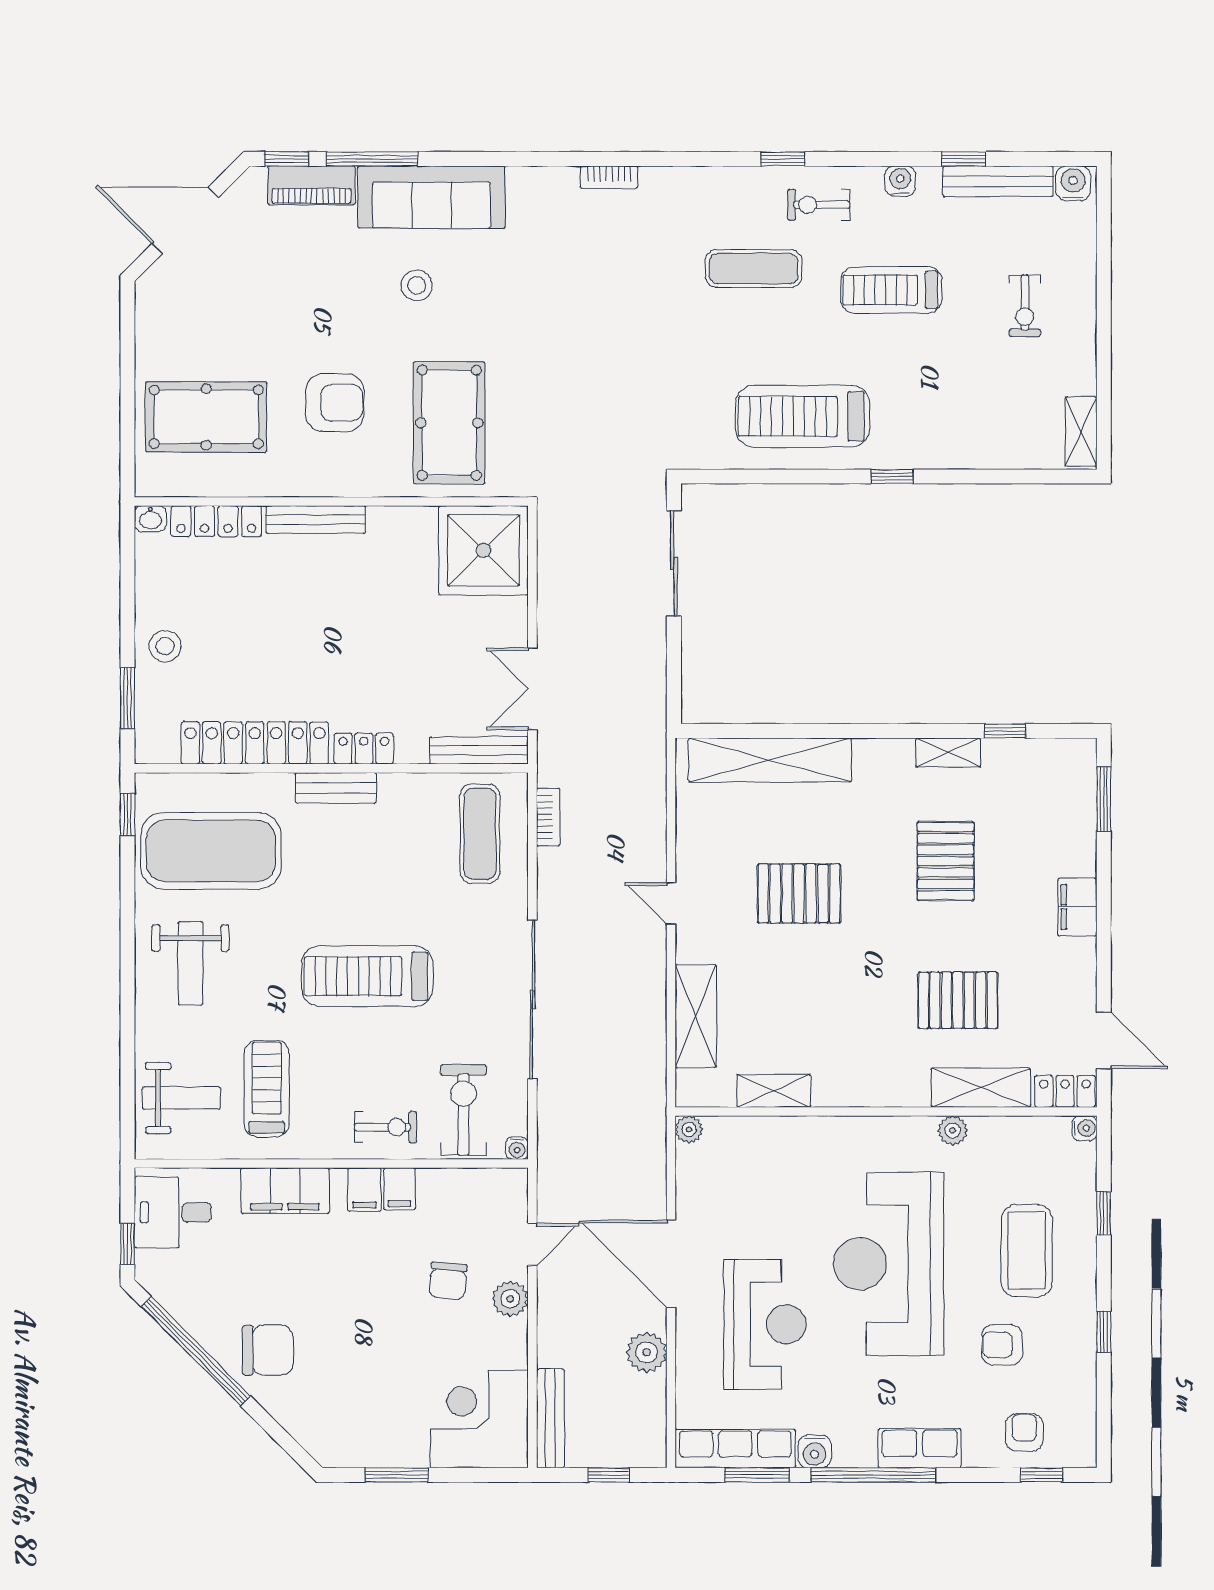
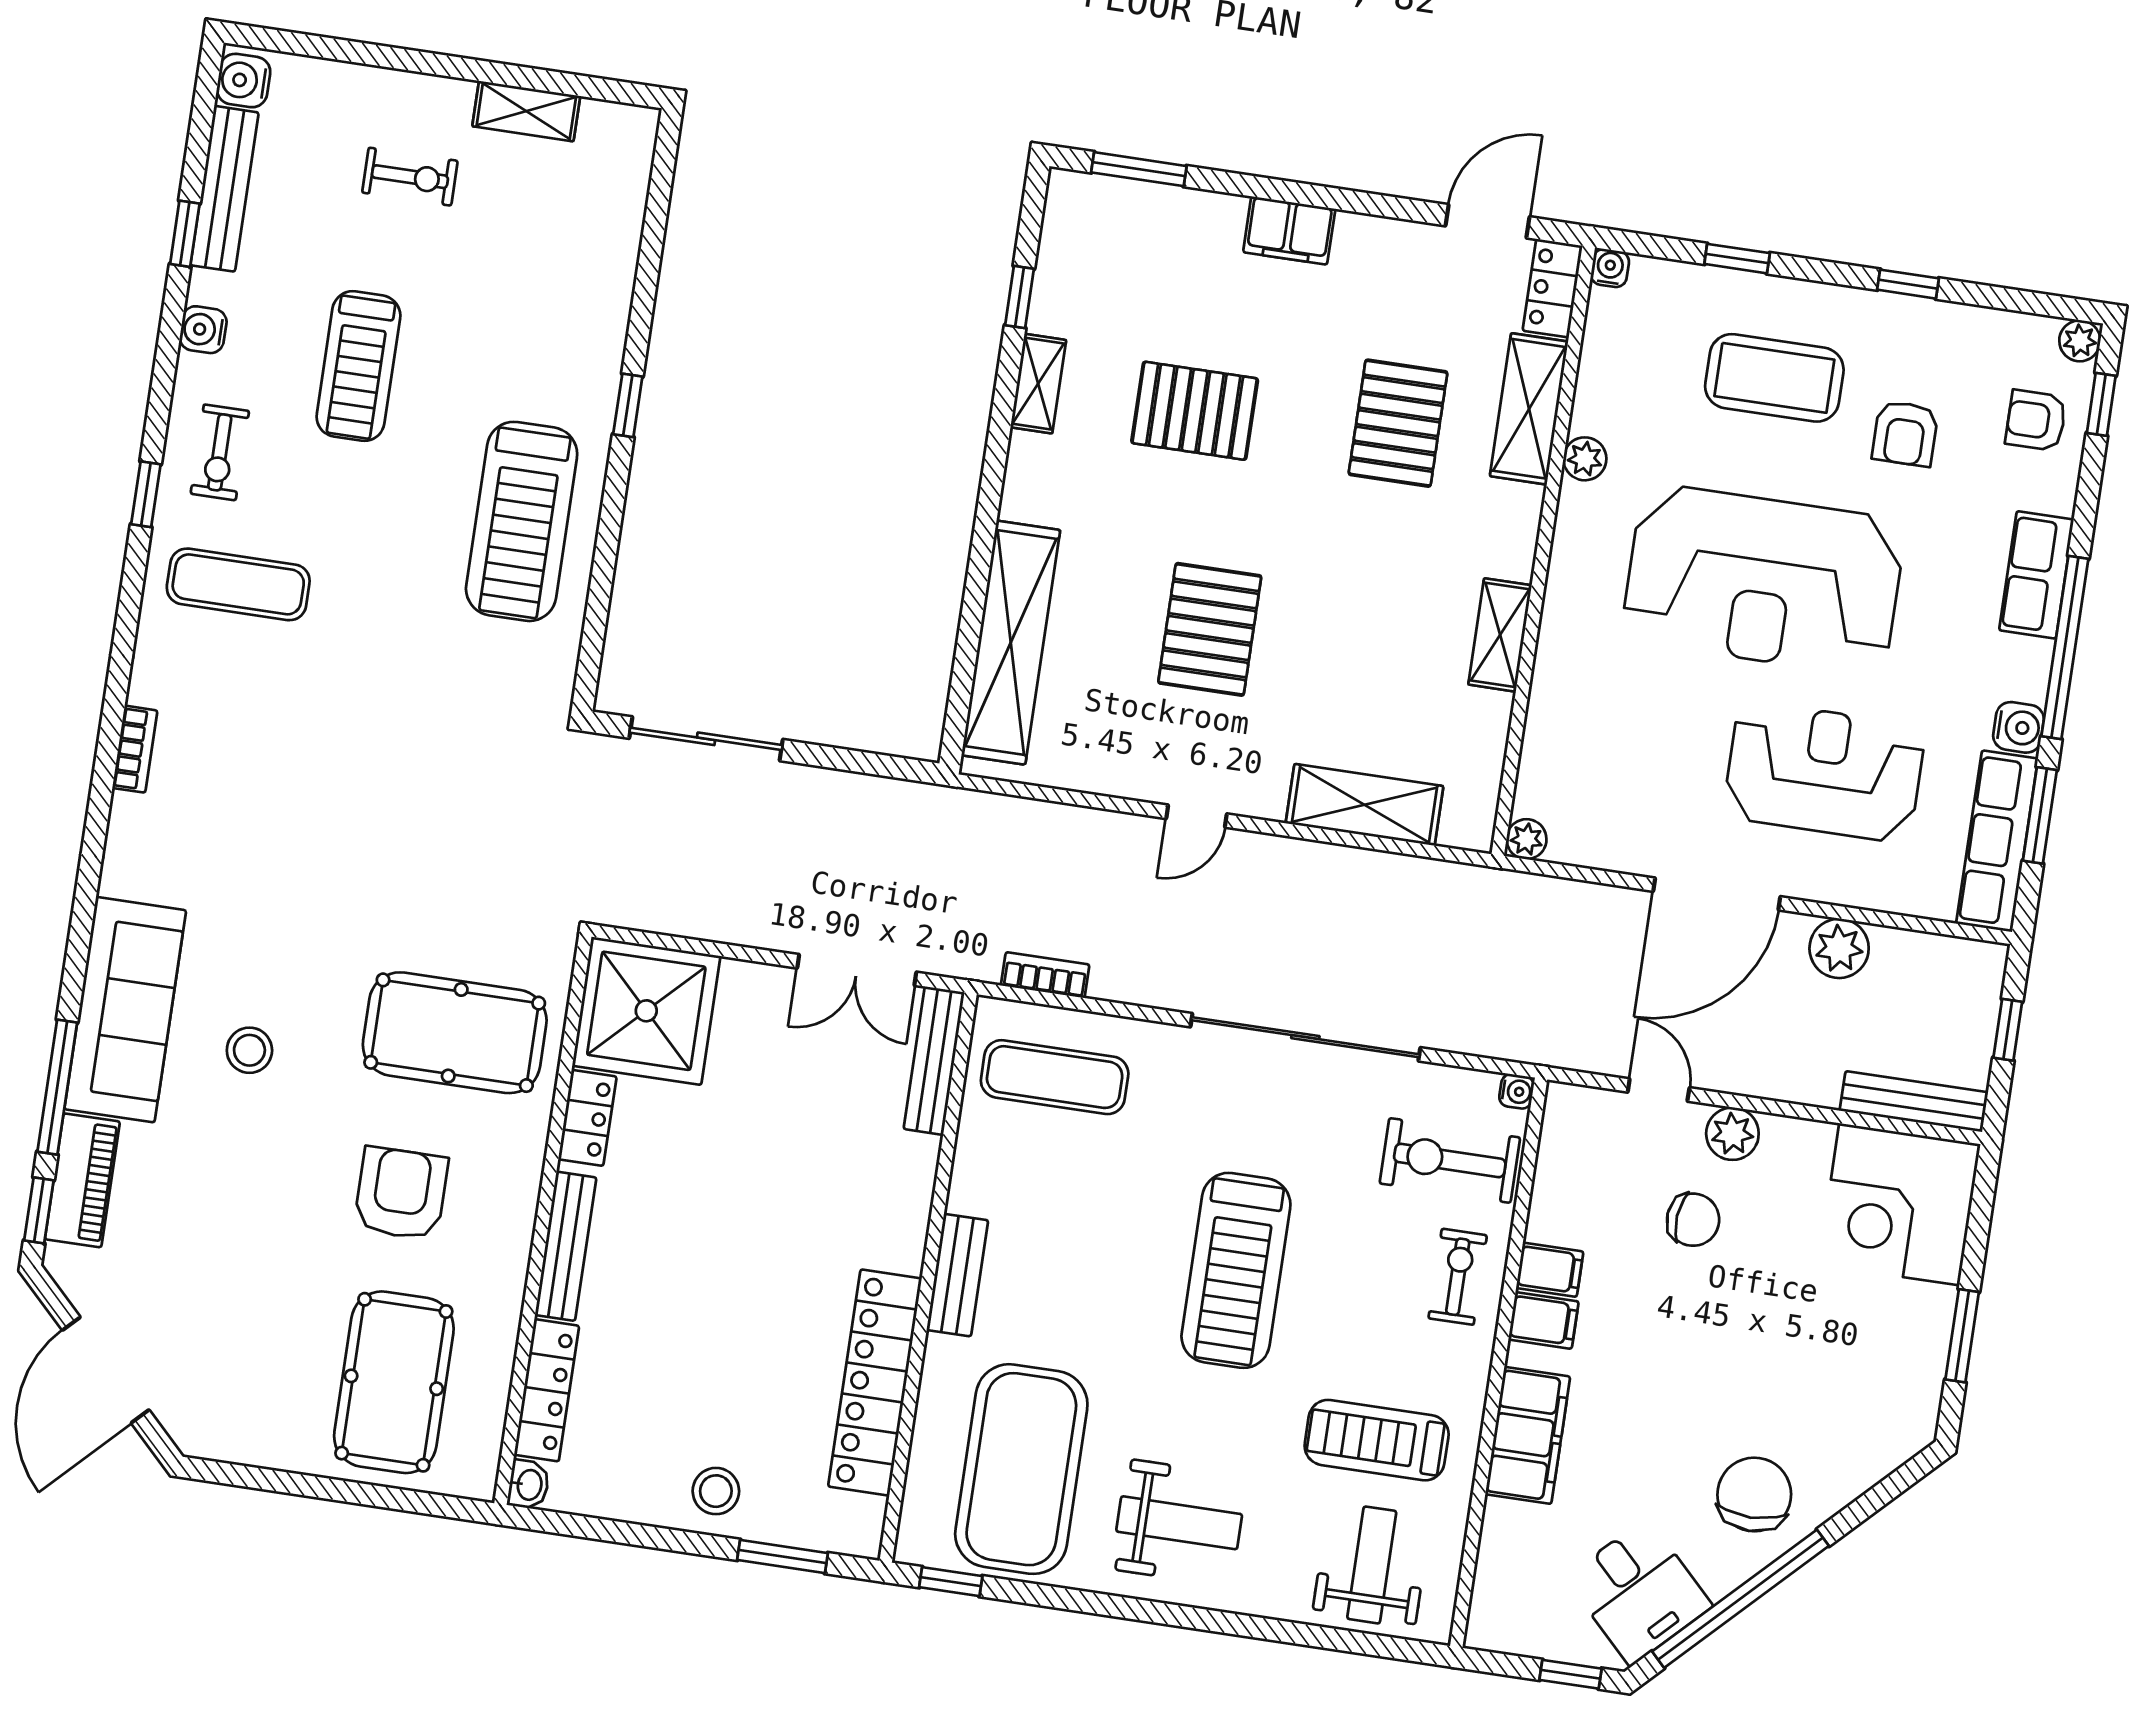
exercise mat: (754, 269) -> (238, 584), moved, turned 90
shelving: (1081, 431) -> (526, 111), moved
locker: (364, 749) -> (587, 1118), moved, turned 180
shelving: (774, 1091) -> (1500, 635), moved
desk: (173, 1212) -> (1639, 1592), moved, turned -45
plant: (1083, 1454) -> (2080, 341), added

